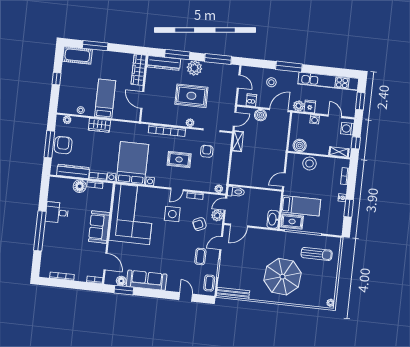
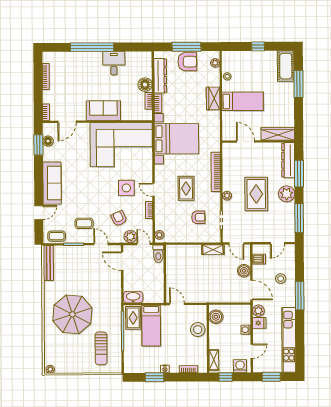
door: (142, 100) -> (246, 142), hinge flipped
sofa: (147, 280) -> (52, 183), moved

